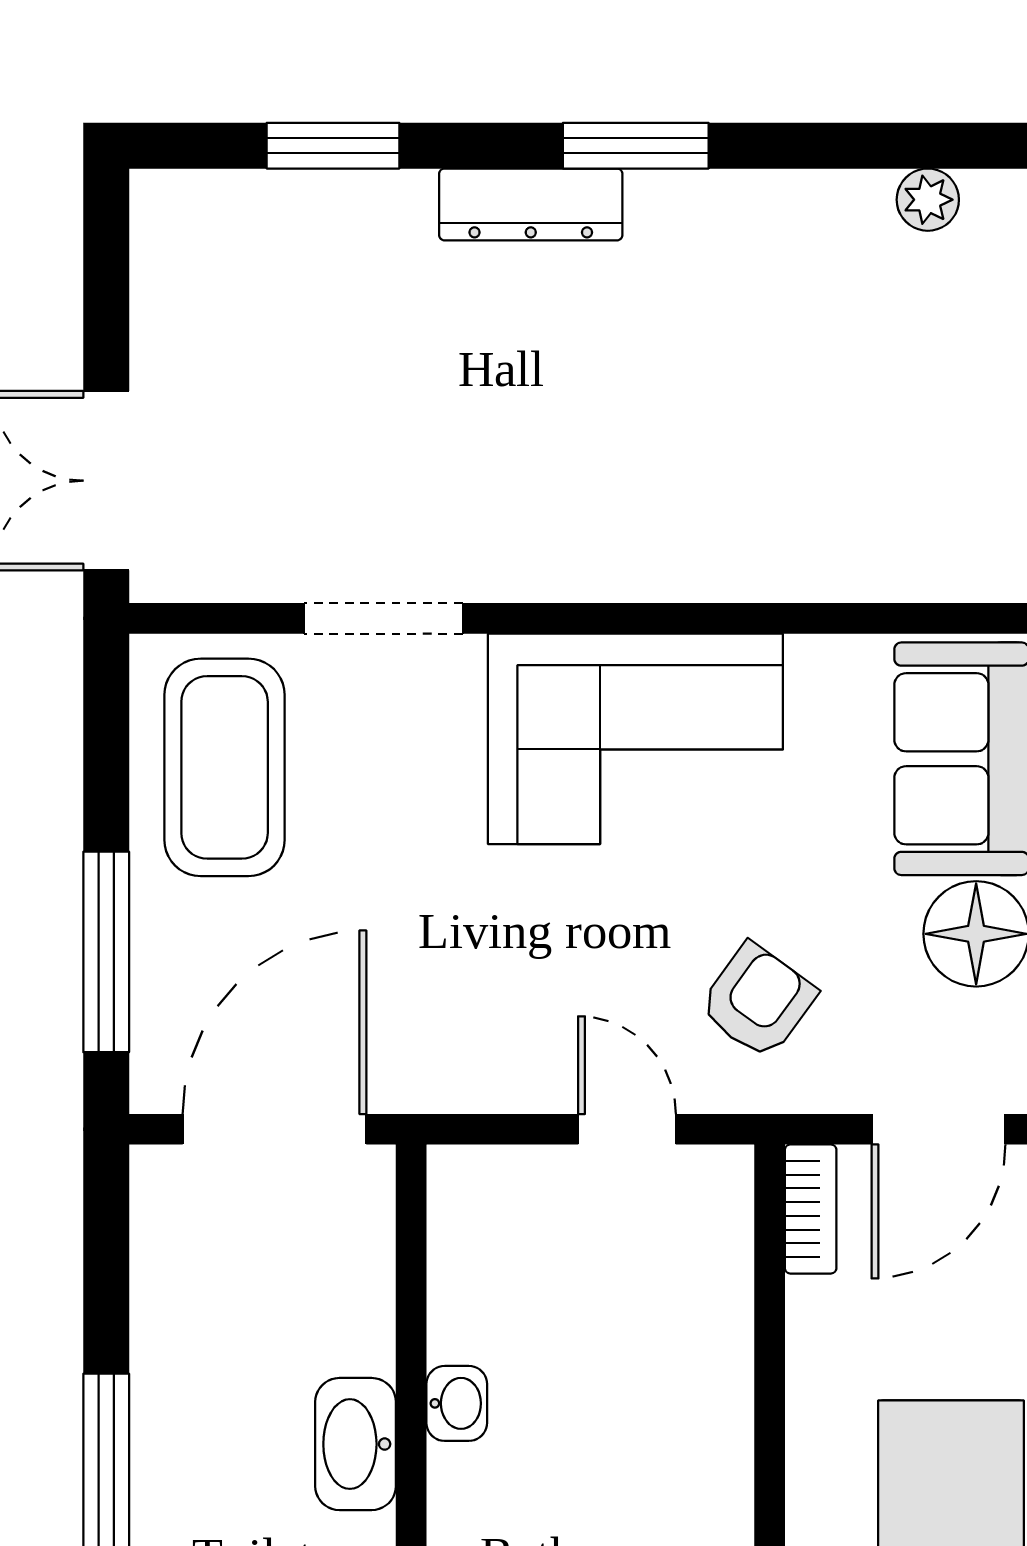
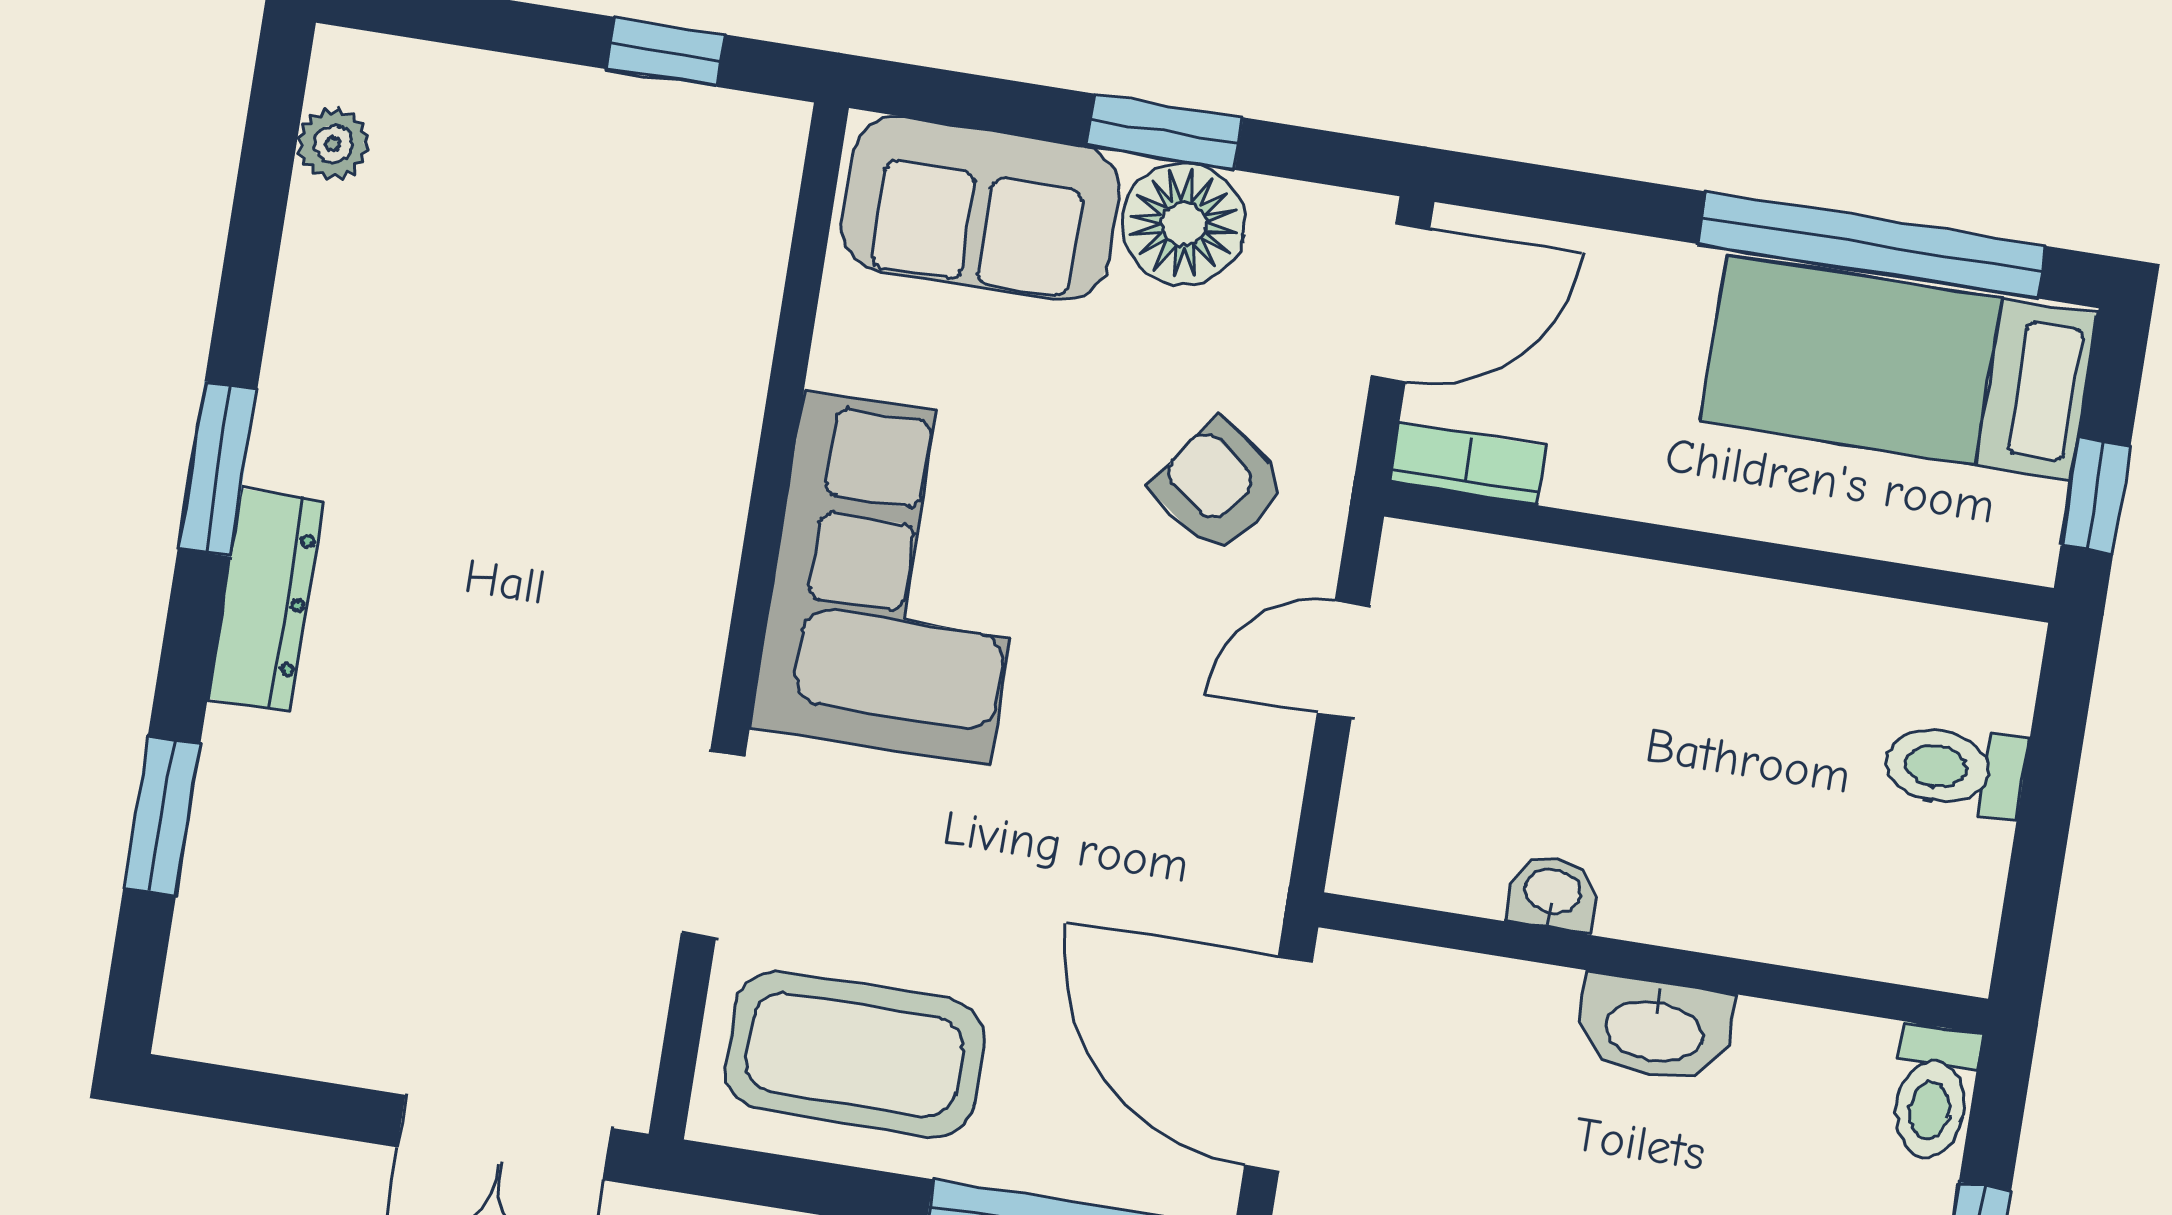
door: (939, 1129) -> (1400, 302), hinge flipped
washbasin: (457, 1403) -> (1553, 893), moved

